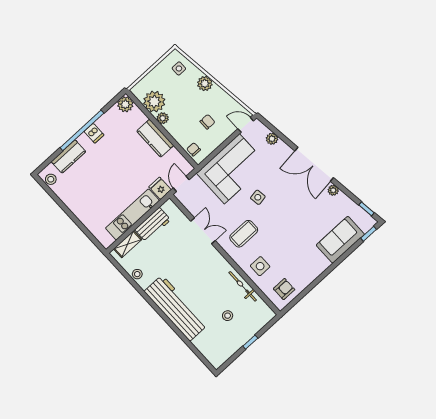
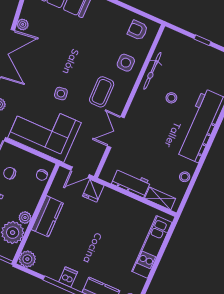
kitchen unit: (132, 214) -> (152, 247), moved, turned 90
coffee table: (244, 234) -> (102, 92), turned 90
stool: (228, 316) -> (171, 98), moved

